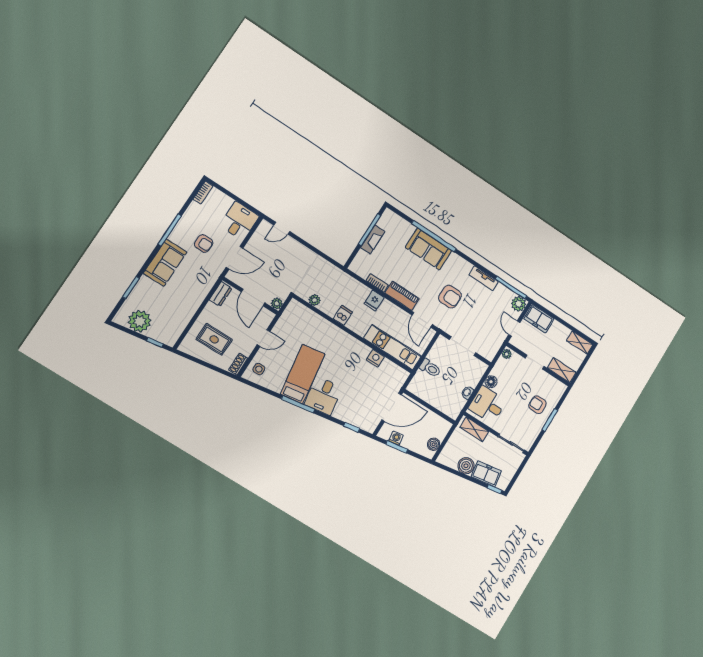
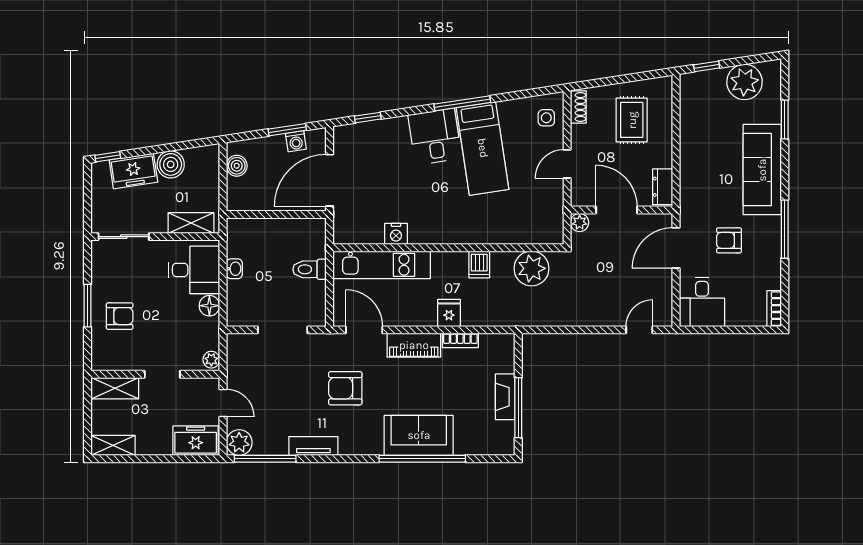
sofa: (165, 263) -> (762, 170), width x1.36
plant: (314, 300) -> (532, 268), width x1.88, depth x1.88
rug: (214, 339) -> (632, 120), turned 90

